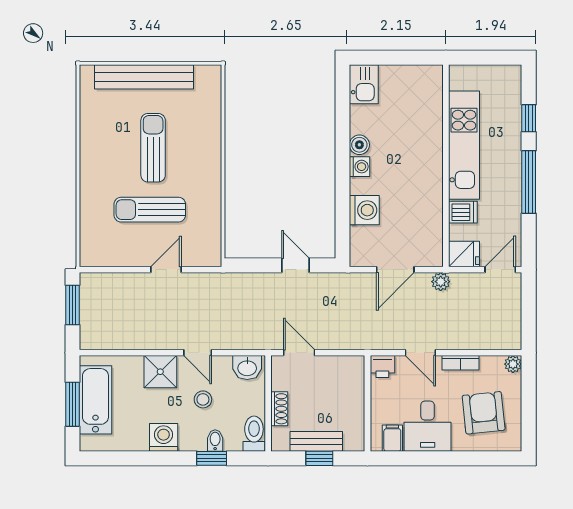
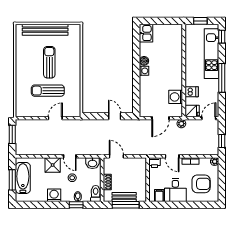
window: (482, 58) -> (200, 21), added
window: (529, 118) -> (222, 37), moved
kitchen unit: (464, 145) -> (211, 54), moved, turned 180
washing machine: (364, 210) -> (176, 97), moved, turned 180
window: (529, 320) -> (222, 141), added
armchair: (484, 413) -> (201, 184), turned 96
window: (319, 458) -> (126, 205), width x2.17

